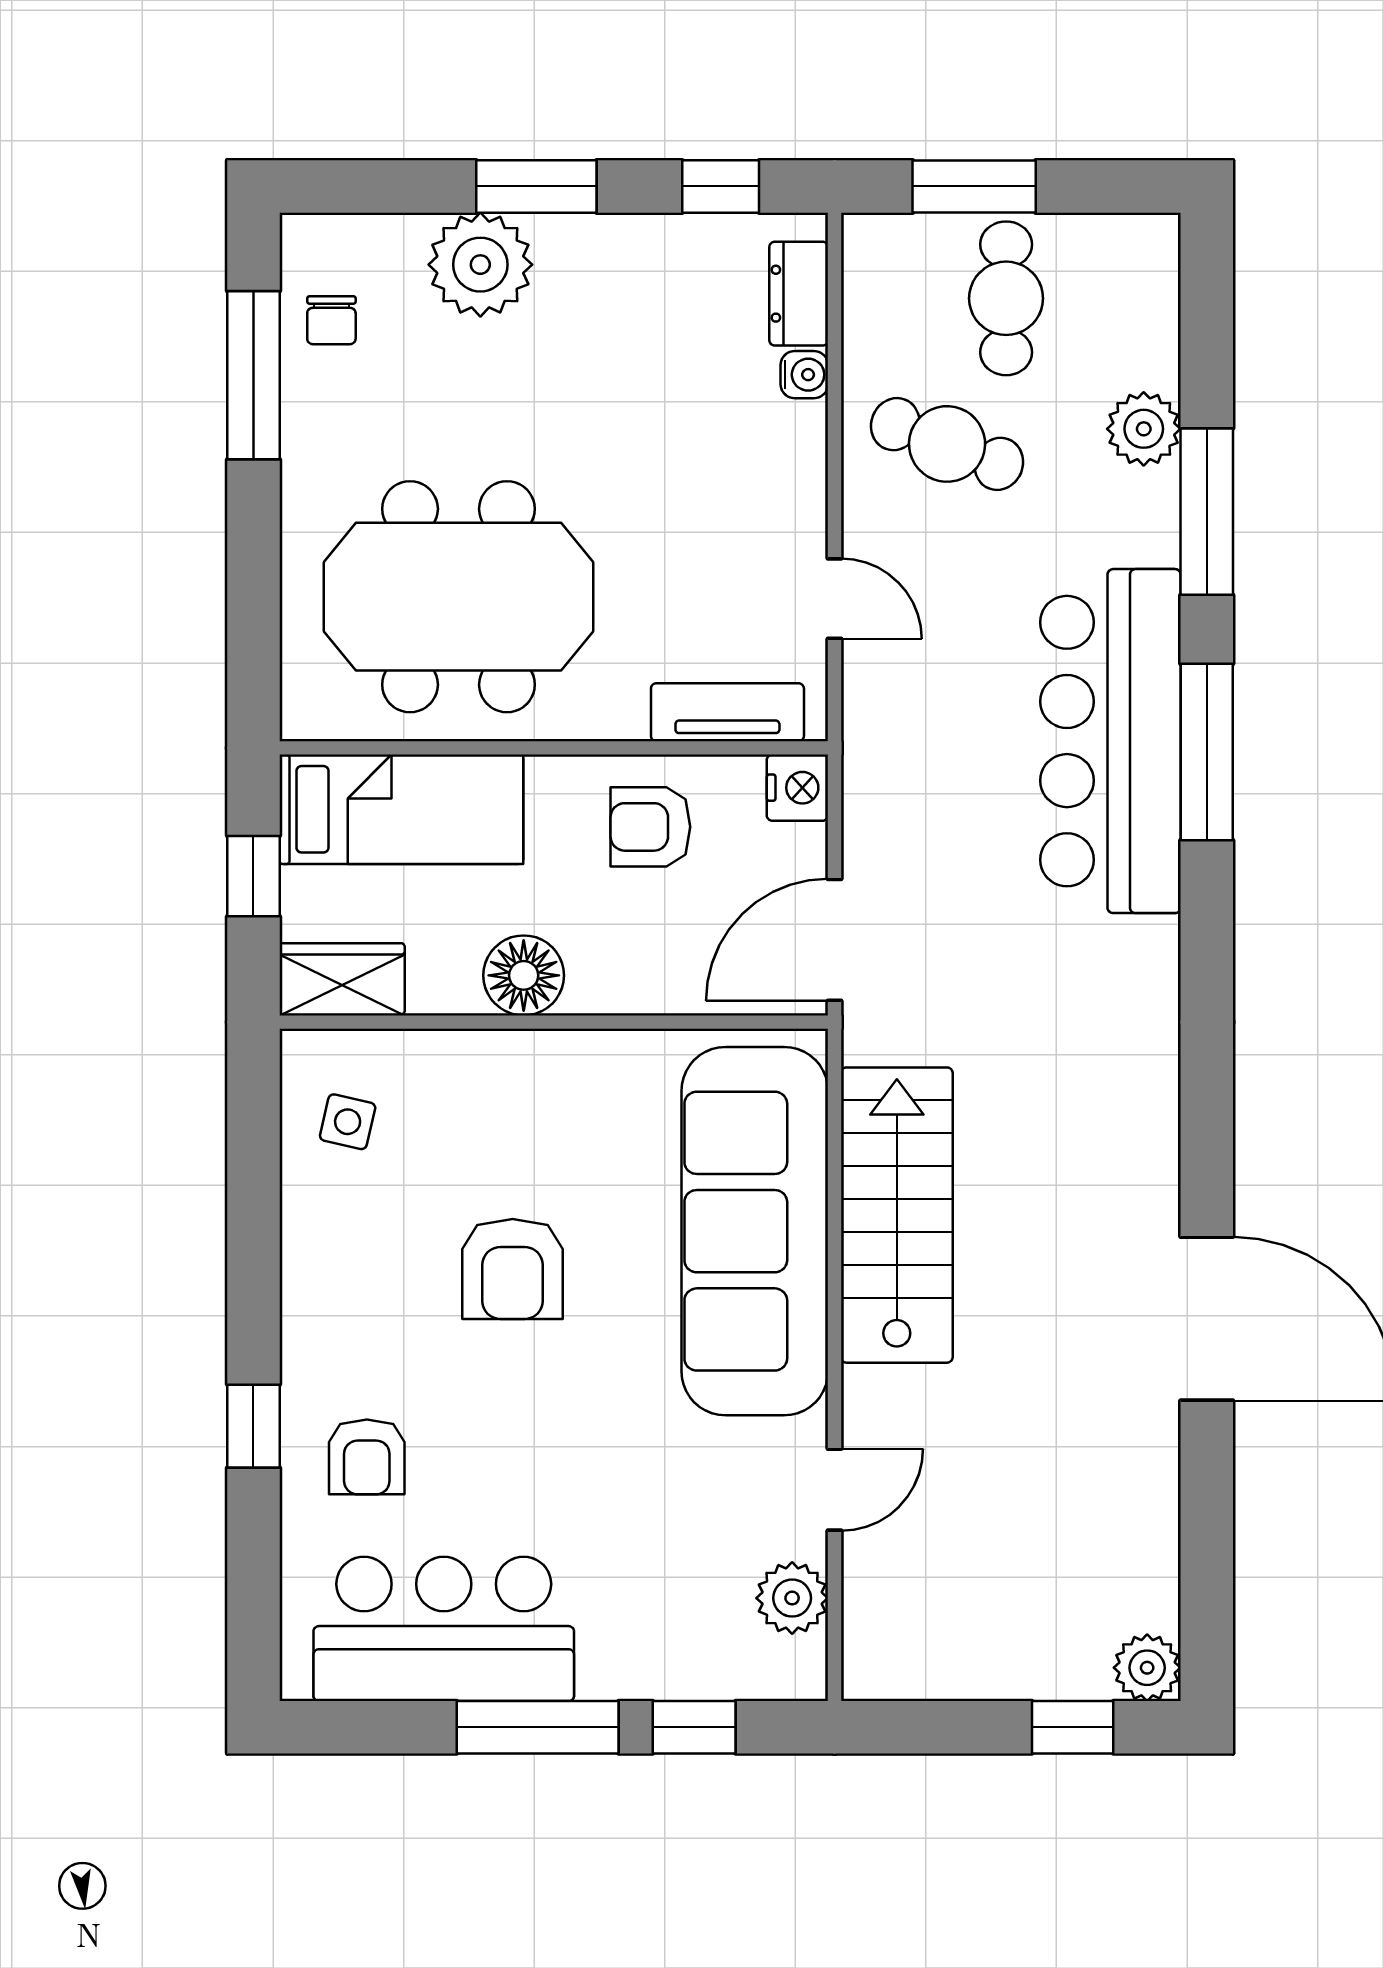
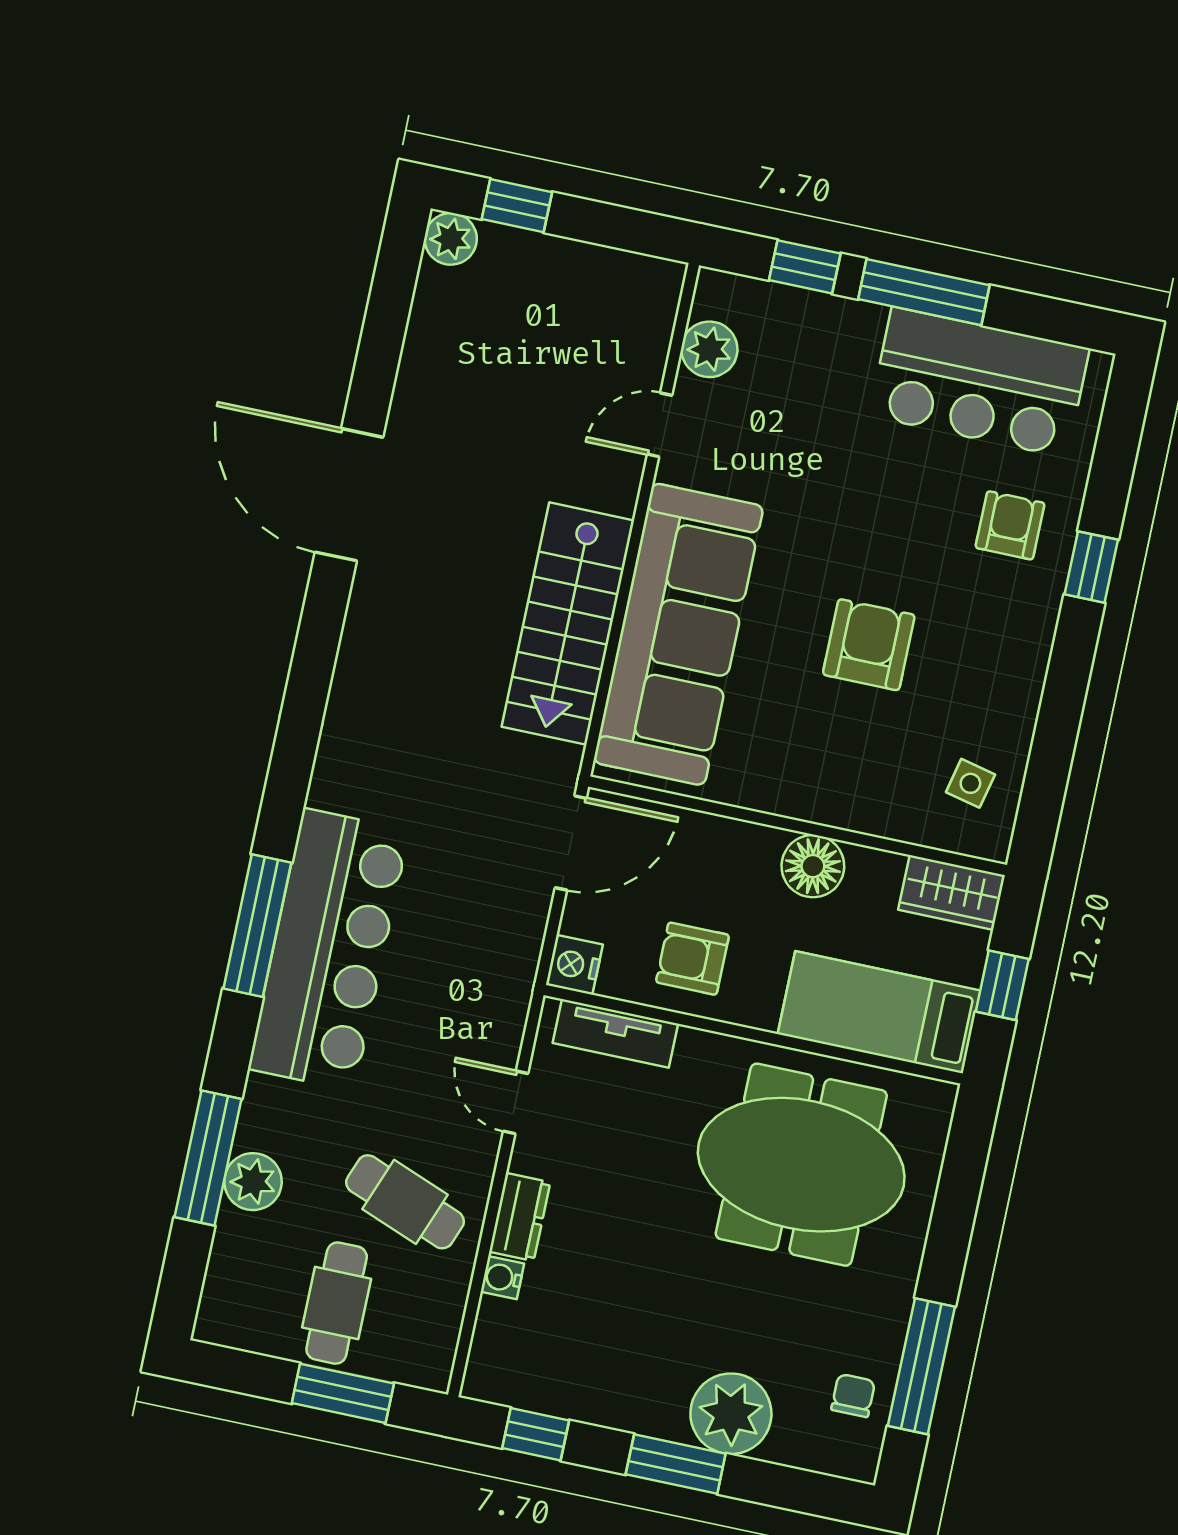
dresser: (799, 294) -> (520, 1217), moved
window: (1207, 512) -> (208, 1158), moved
armchair: (650, 827) -> (692, 959), turned 180

